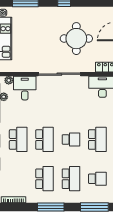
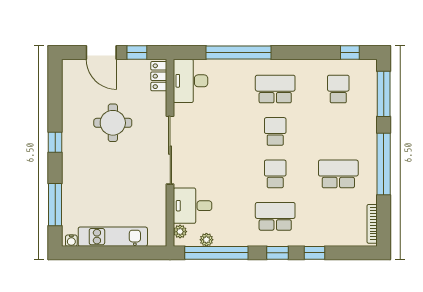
round table: (76, 39) -> (113, 123), width x0.73, depth x0.73
school desk: (45, 139) -> (275, 174), width x0.54
school desk: (71, 179) -> (338, 131), removed
window: (51, 207) -> (384, 164), width x1.46

